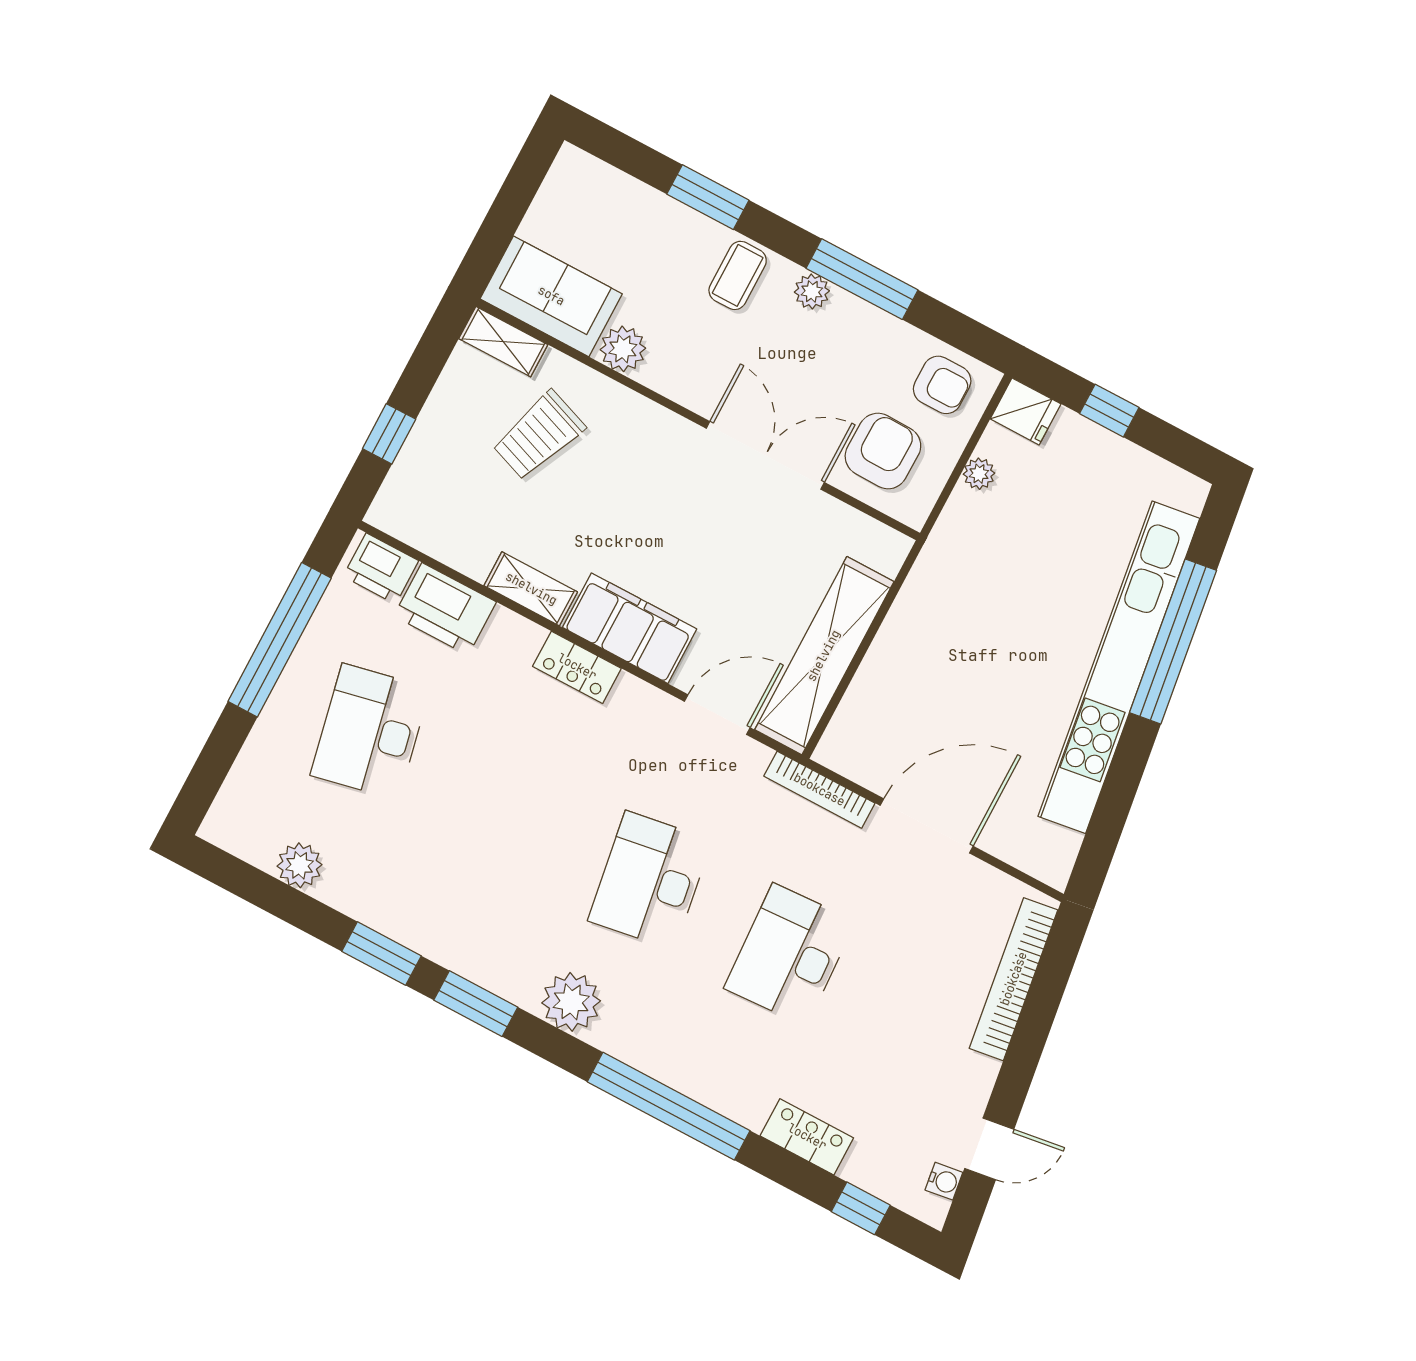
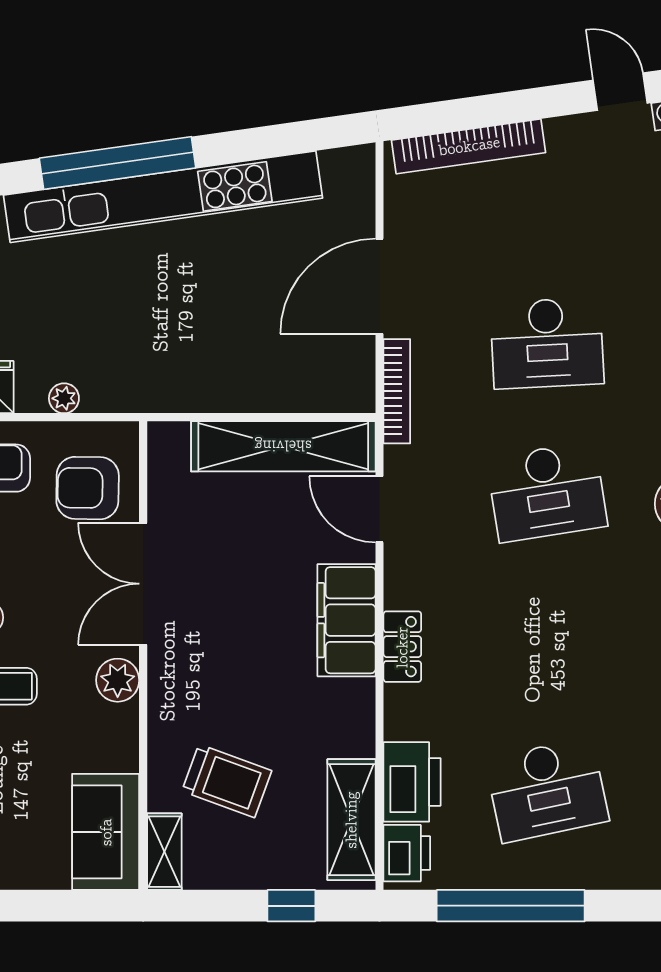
plant: (623, 349) -> (118, 680), moved
shelving: (531, 589) -> (351, 820), moved, width x1.50, depth x1.33
door: (927, 826) -> (380, 286), hinge flipped

